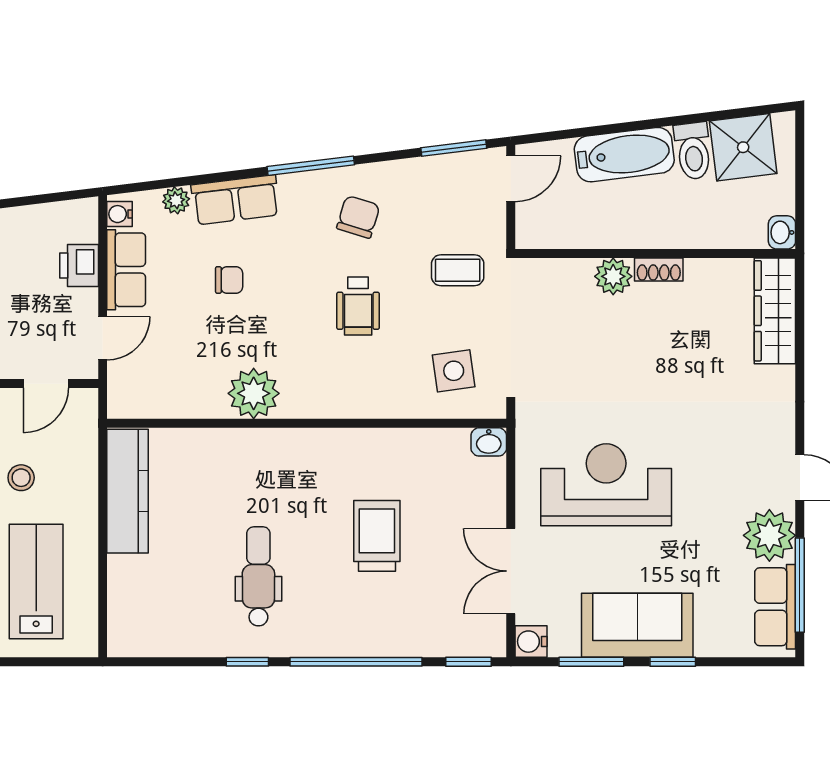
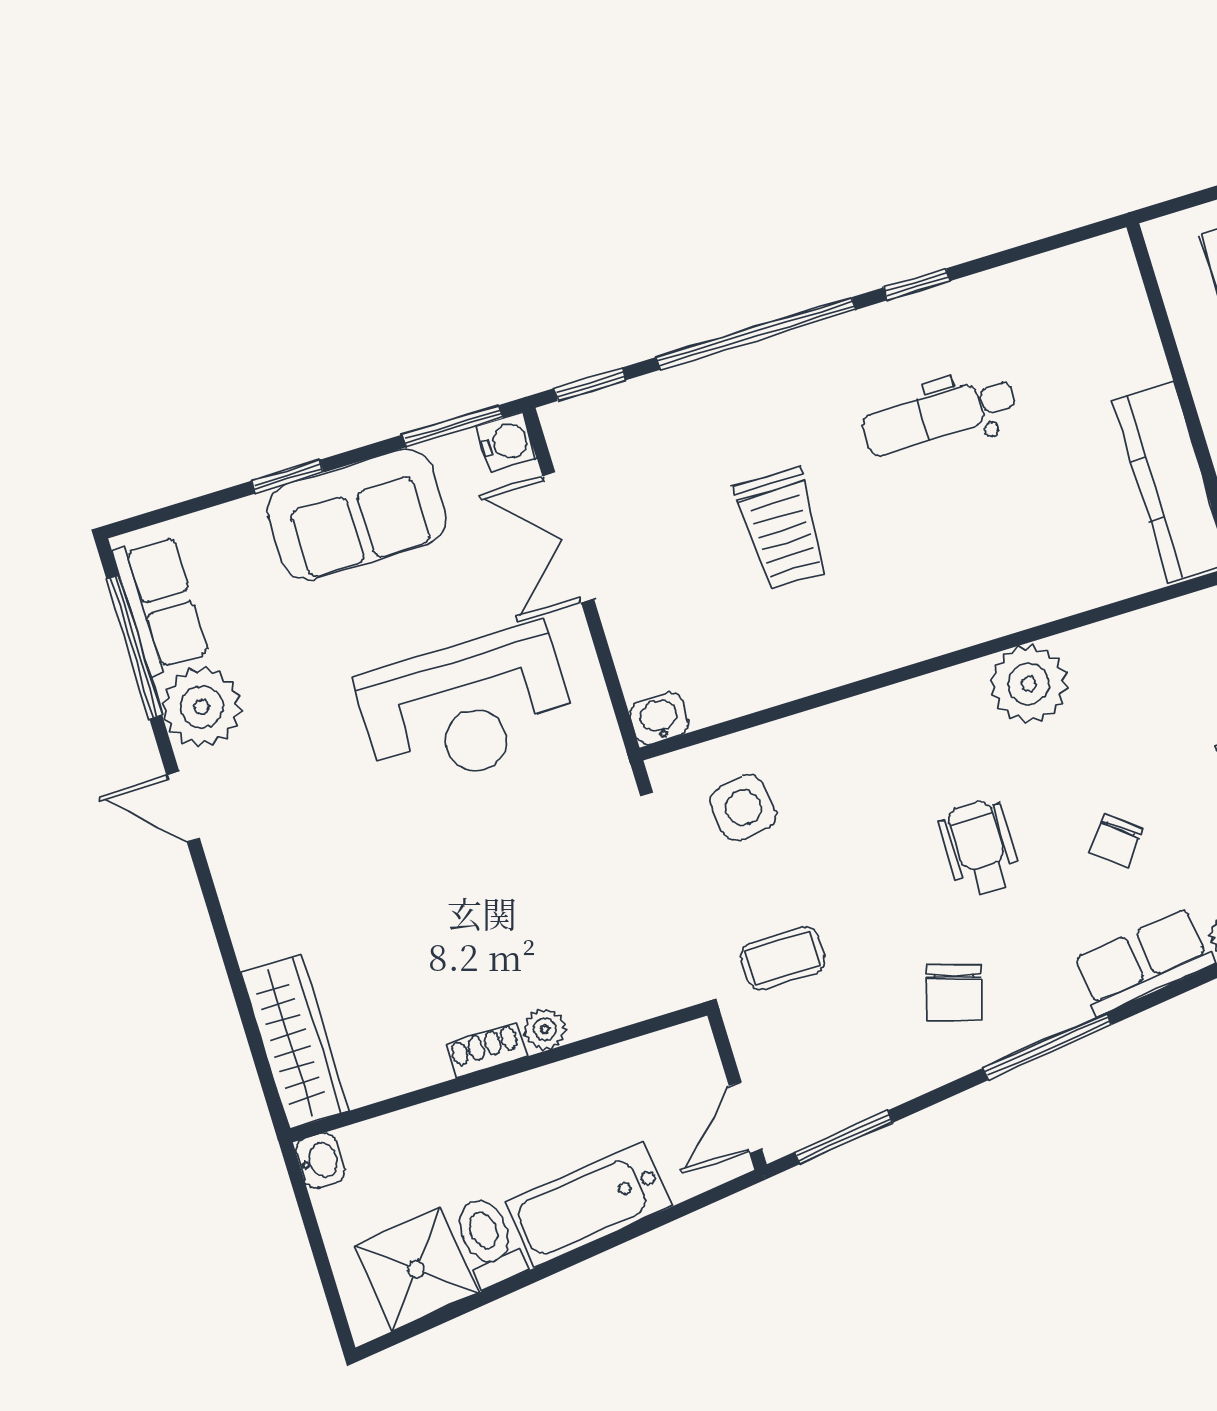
plant: (613, 276) -> (545, 1029), width x0.73, depth x0.73
chair: (229, 280) -> (1116, 841), turned -52
wheelchair: (358, 306) -> (980, 848), moved
double door: (511, 571) -> (568, 537), swing flipped
dental chair: (258, 576) -> (939, 415), turned 90
window: (591, 662) -> (453, 426), moved

